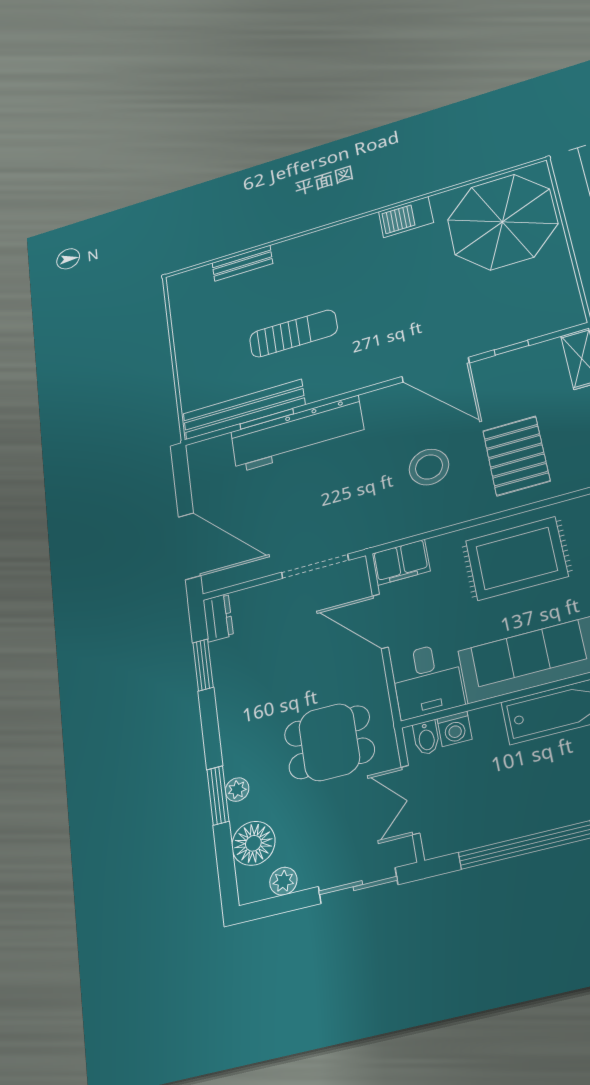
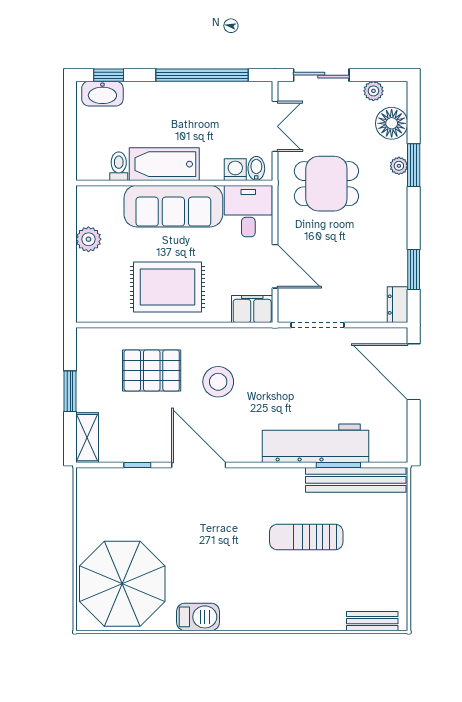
bench: (242, 263) -> (372, 621), moved
pallet: (516, 456) -> (152, 371), turned 90

